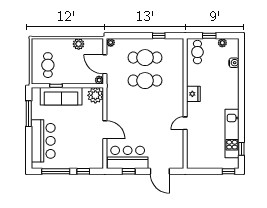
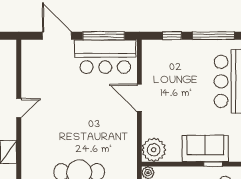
sofa: (61, 96) -> (205, 148), width x0.73
window: (129, 171) -> (104, 36), width x2.17

